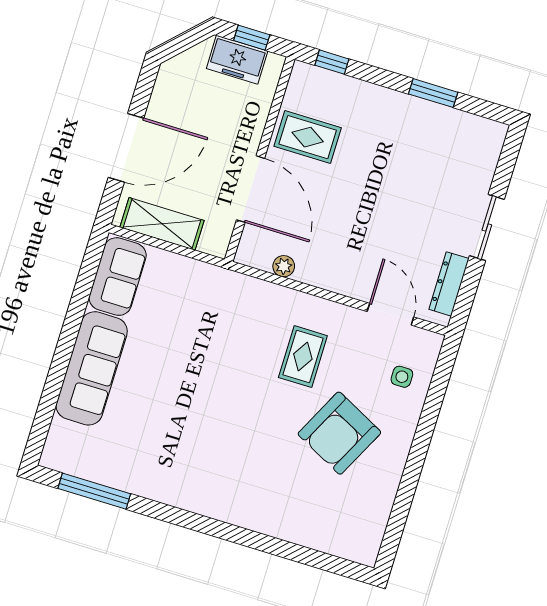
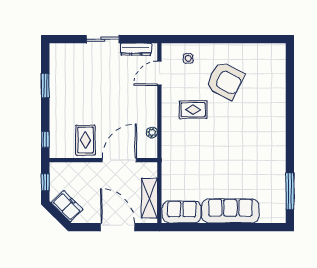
freezer: (237, 60) -> (67, 206), moved, turned -45

